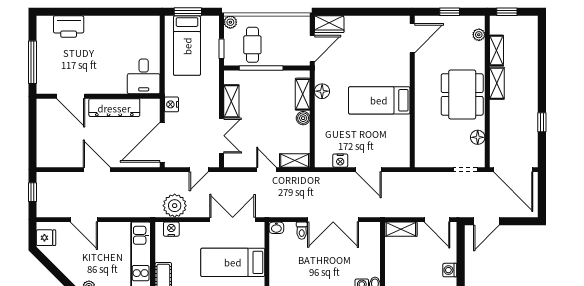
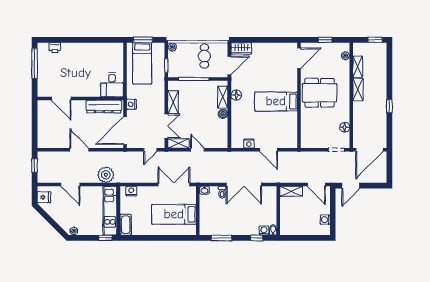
window: (507, 12) -> (375, 40), moved
printer: (69, 27) -> (55, 48), width x0.53, depth x0.68
cafe table: (252, 45) -> (204, 56), moved
window: (33, 62) -> (35, 64), moved
dining table: (462, 94) -> (319, 93), moved, turned 90
dresser: (114, 108) -> (104, 107), moved
window: (542, 122) -> (389, 106), moved
shelving: (295, 160) -> (178, 143), moved
door: (513, 170) -> (369, 150), hinge flipped
plant: (175, 206) -> (106, 175), moved

